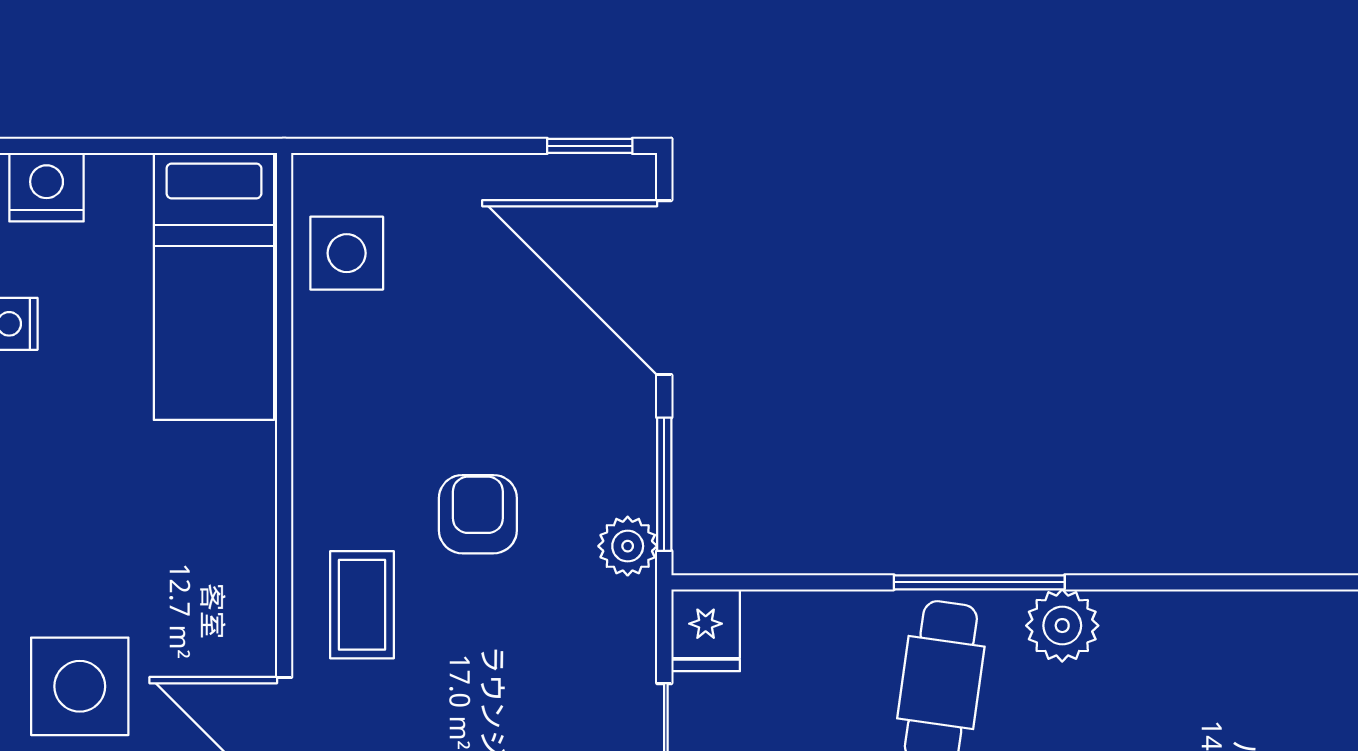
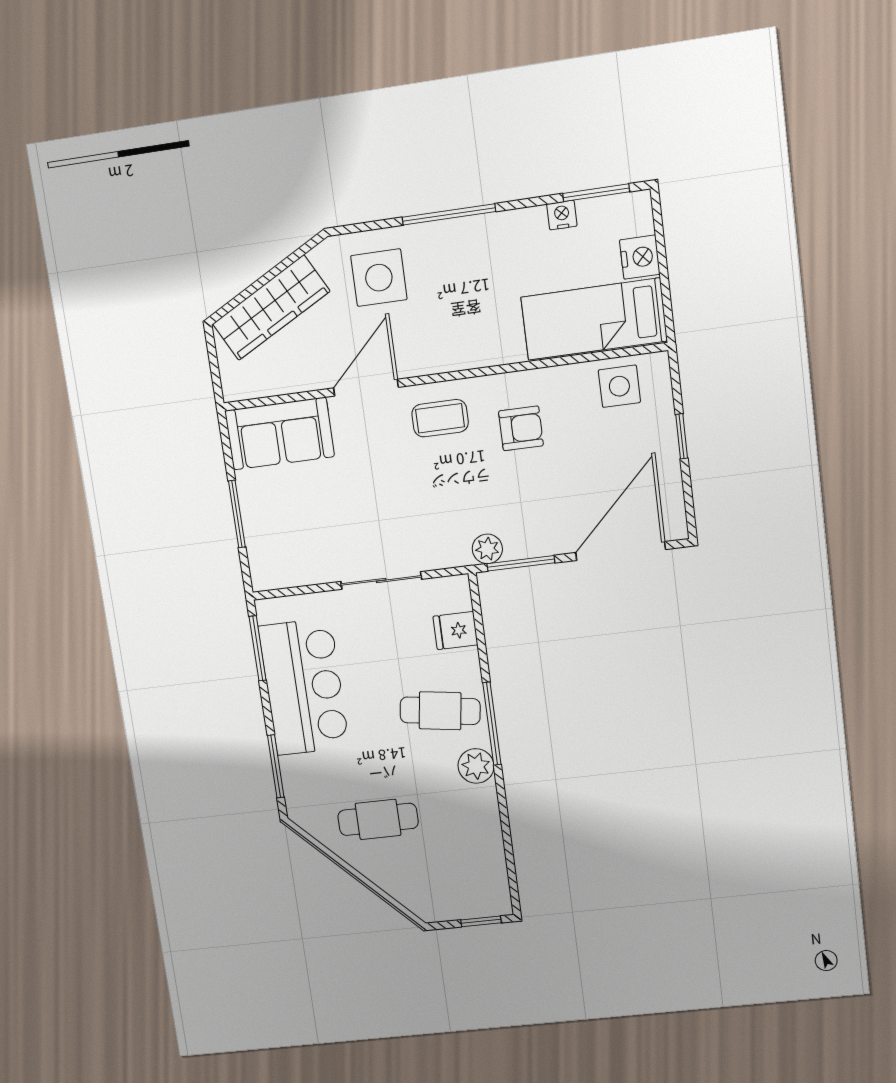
window: (590, 146) -> (682, 436), moved
nightstand: (47, 187) -> (640, 257), moved
armchair: (478, 514) -> (521, 428), moved
fridge: (706, 630) -> (455, 631), moved

